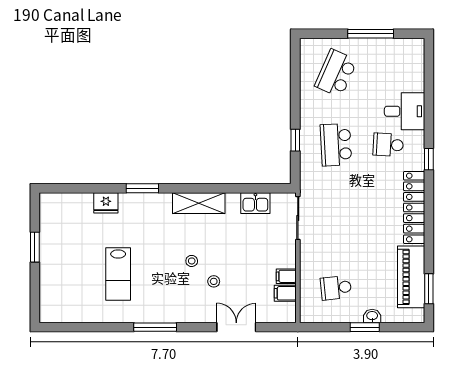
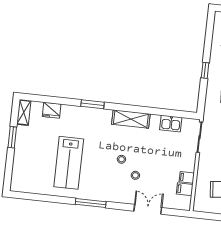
window: (295, 140) -> (205, 70), moved
fridge: (106, 203) -> (52, 110), moved
shelving: (47, 210) -> (24, 112), added
lab bench: (118, 274) -> (69, 163), width x1.36, depth x1.39

